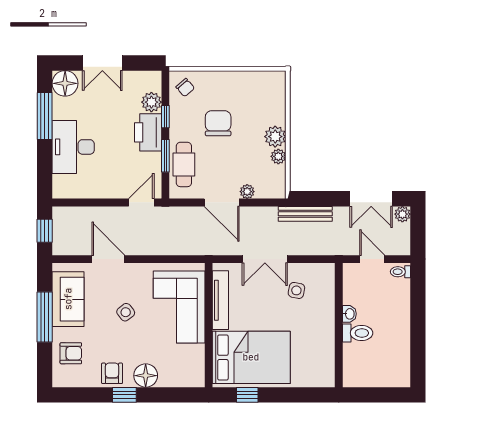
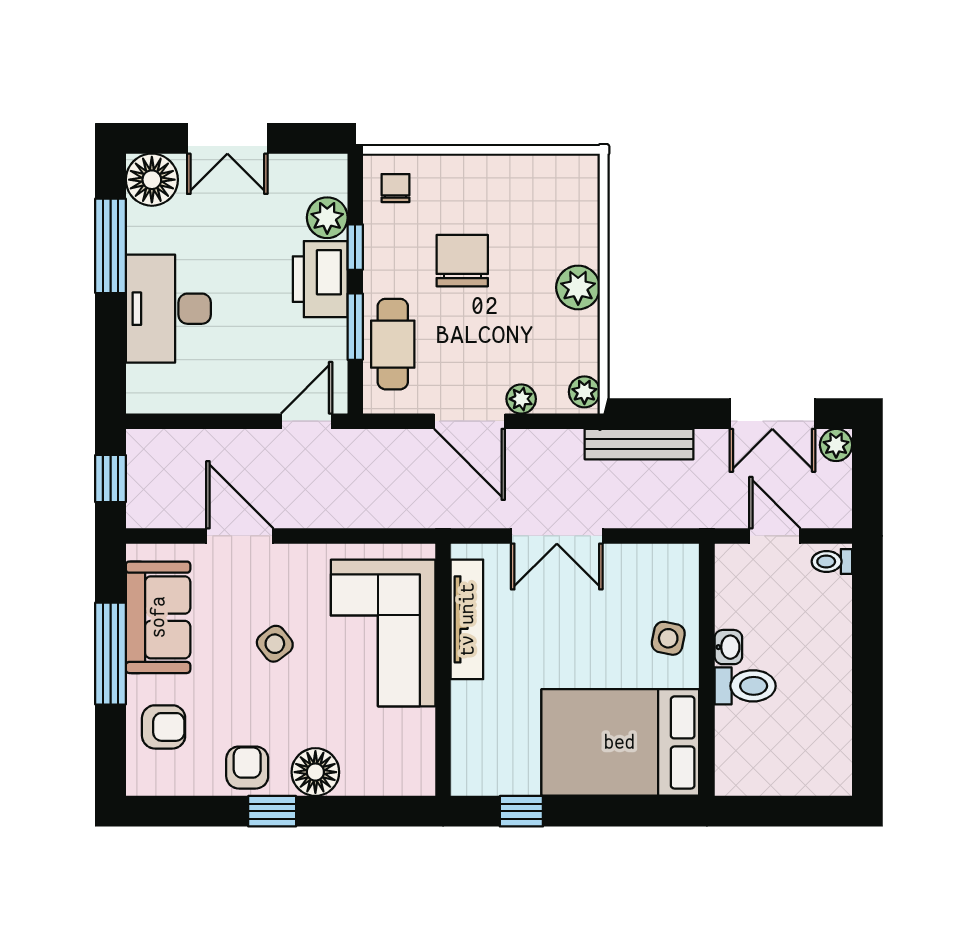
chair: (185, 88) -> (396, 188), turned -139
plant: (278, 156) -> (584, 392), moved
side table: (296, 290) -> (668, 638), moved
bed: (251, 357) -> (620, 742), moved, turned 180

